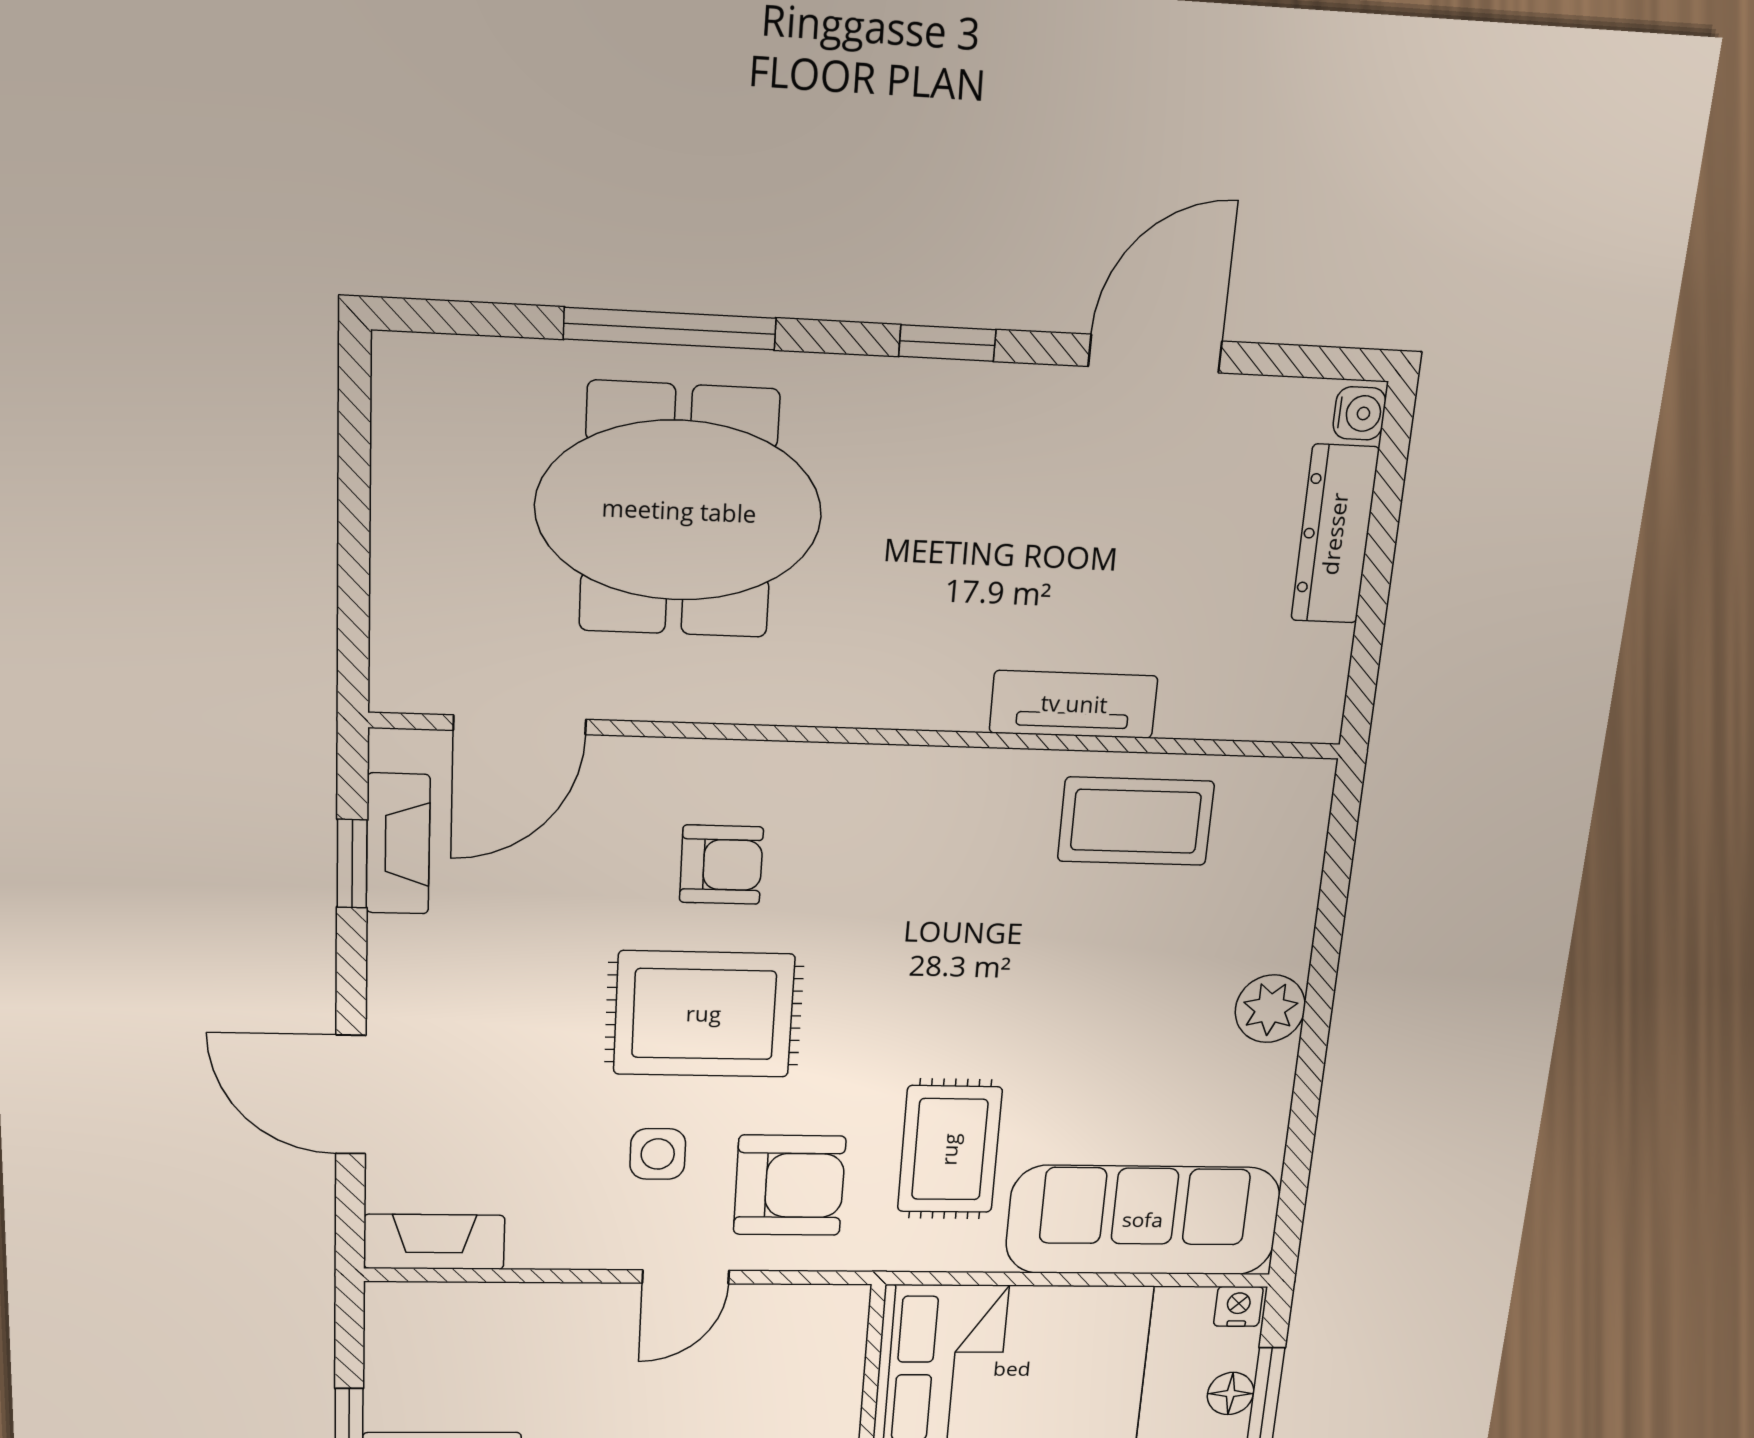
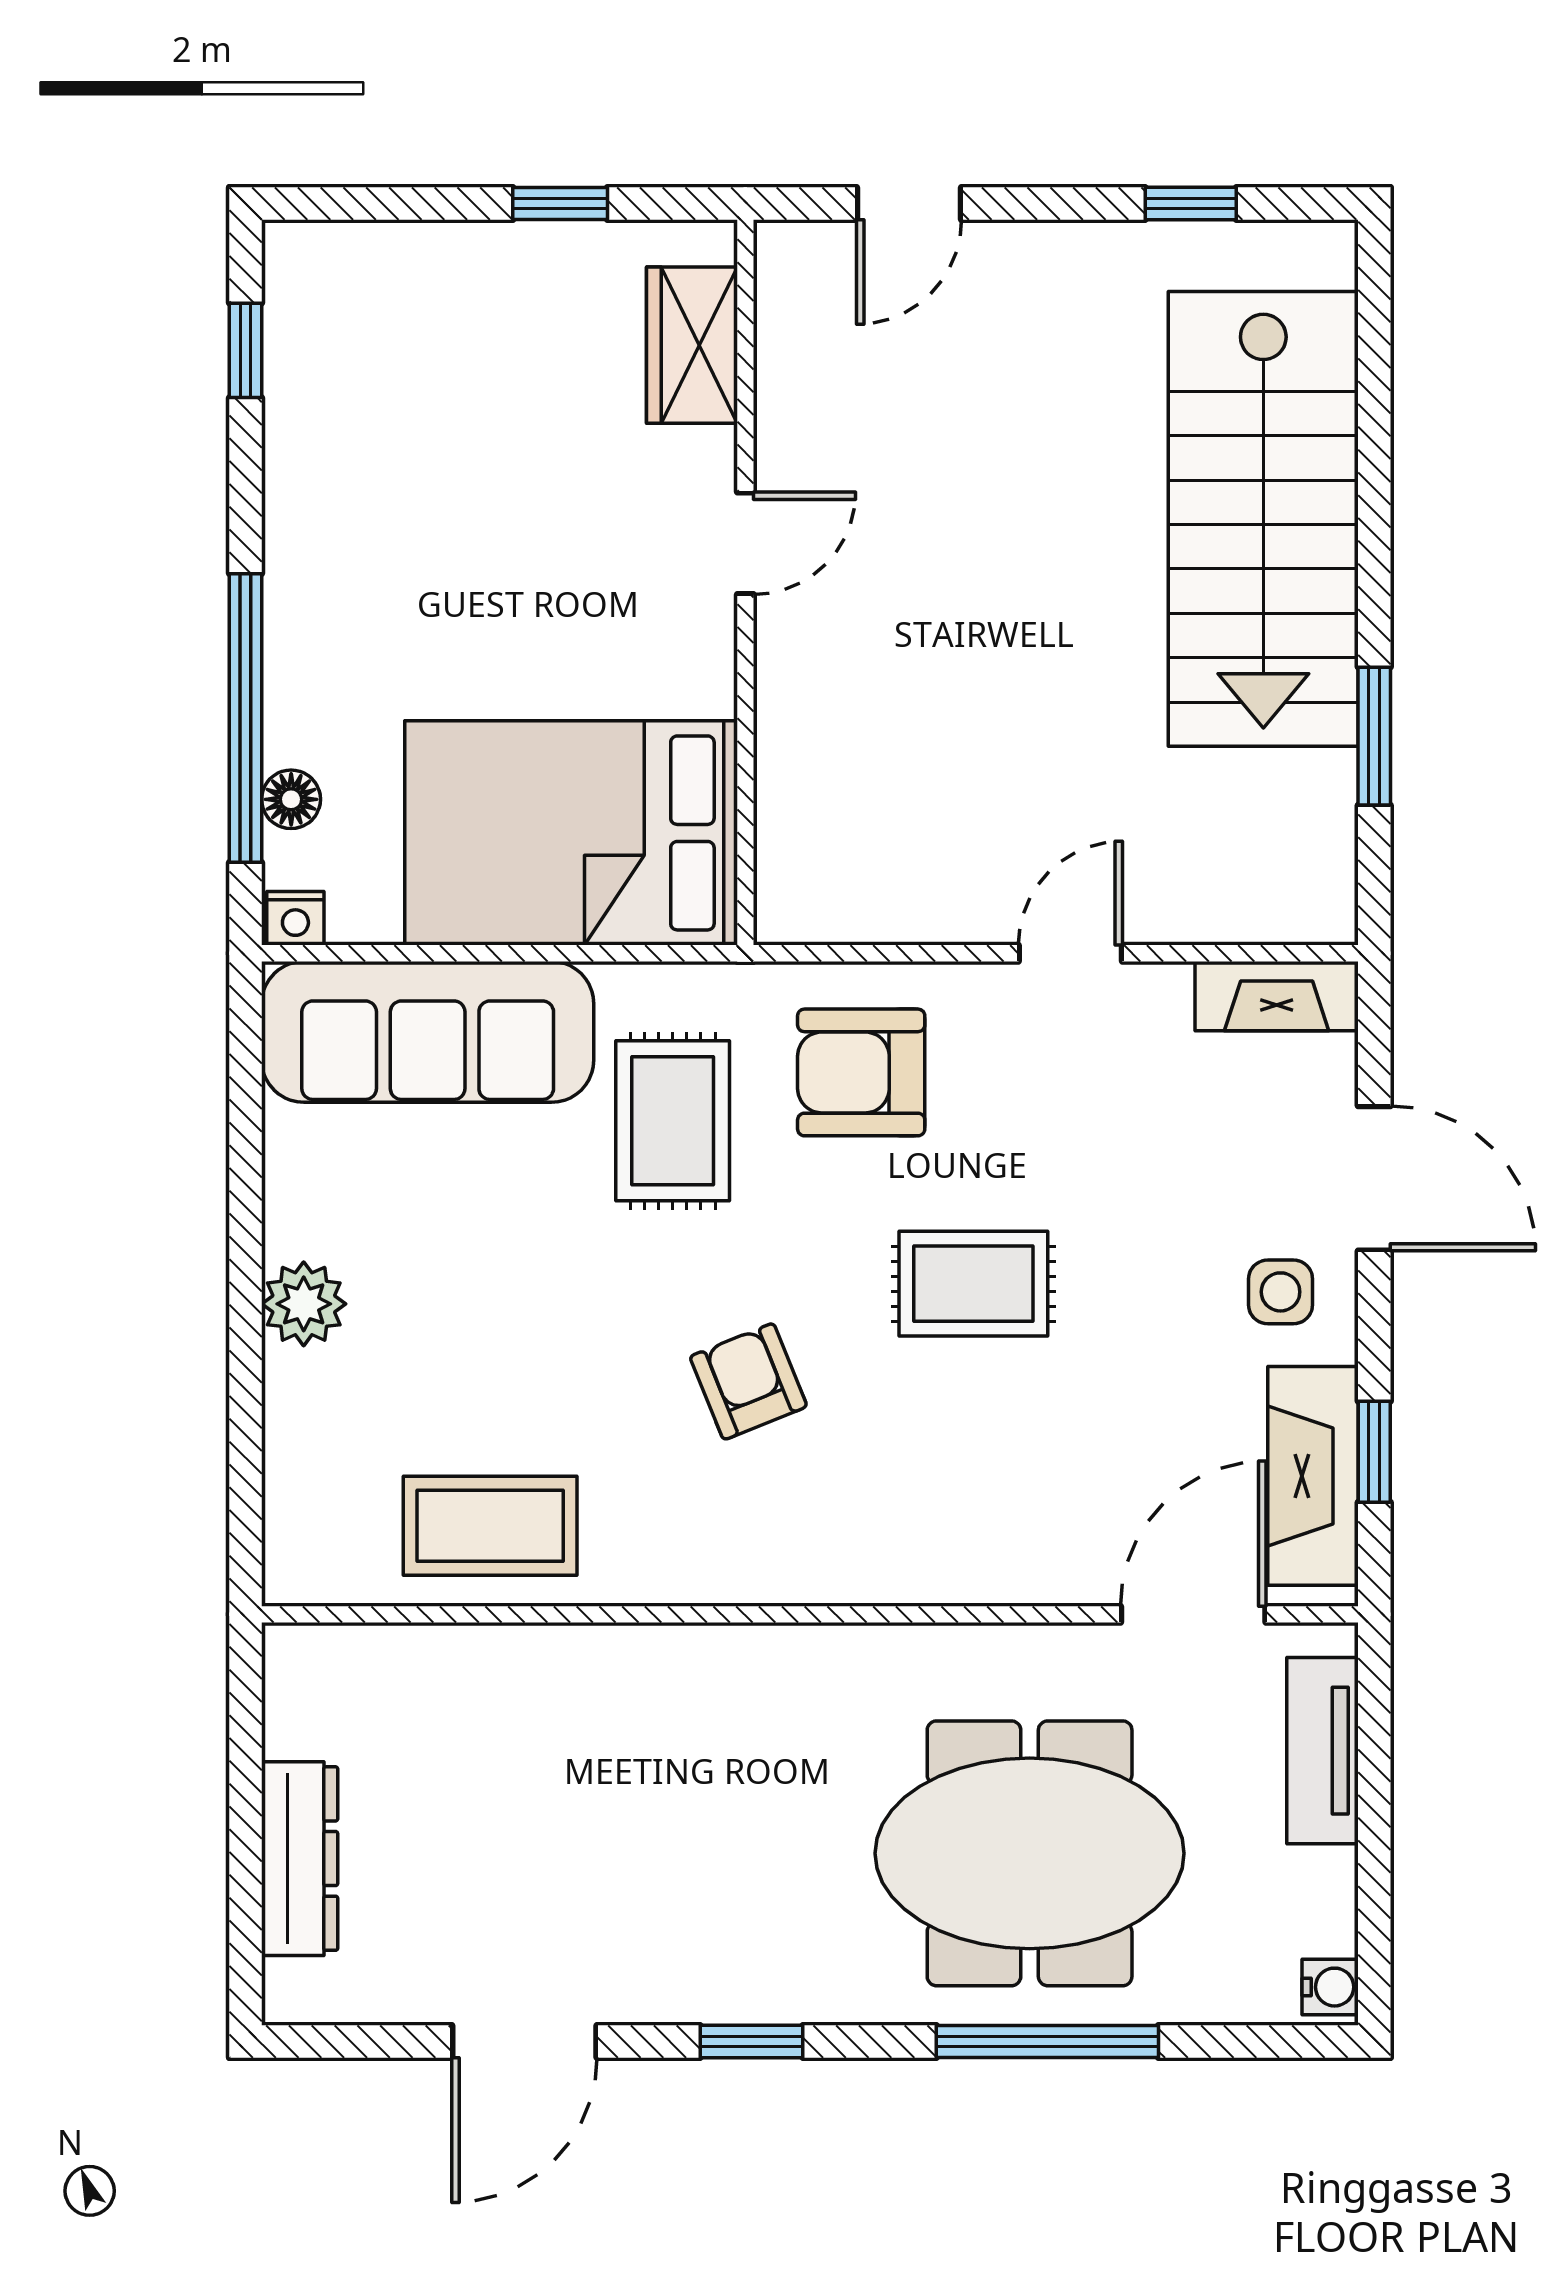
water cooler: (1359, 413) -> (1330, 1987), moved, turned 180
tv unit: (1074, 704) -> (1322, 1751), moved, turned 90
fireplace: (398, 844) -> (1313, 1476), width x1.37, depth x1.32
armchair: (721, 865) -> (748, 1381), moved, turned 68
rug: (704, 1014) -> (973, 1284), width x0.73, depth x0.70
side table: (658, 1154) -> (1281, 1292), moved
door: (686, 1277) -> (1070, 953), moved

